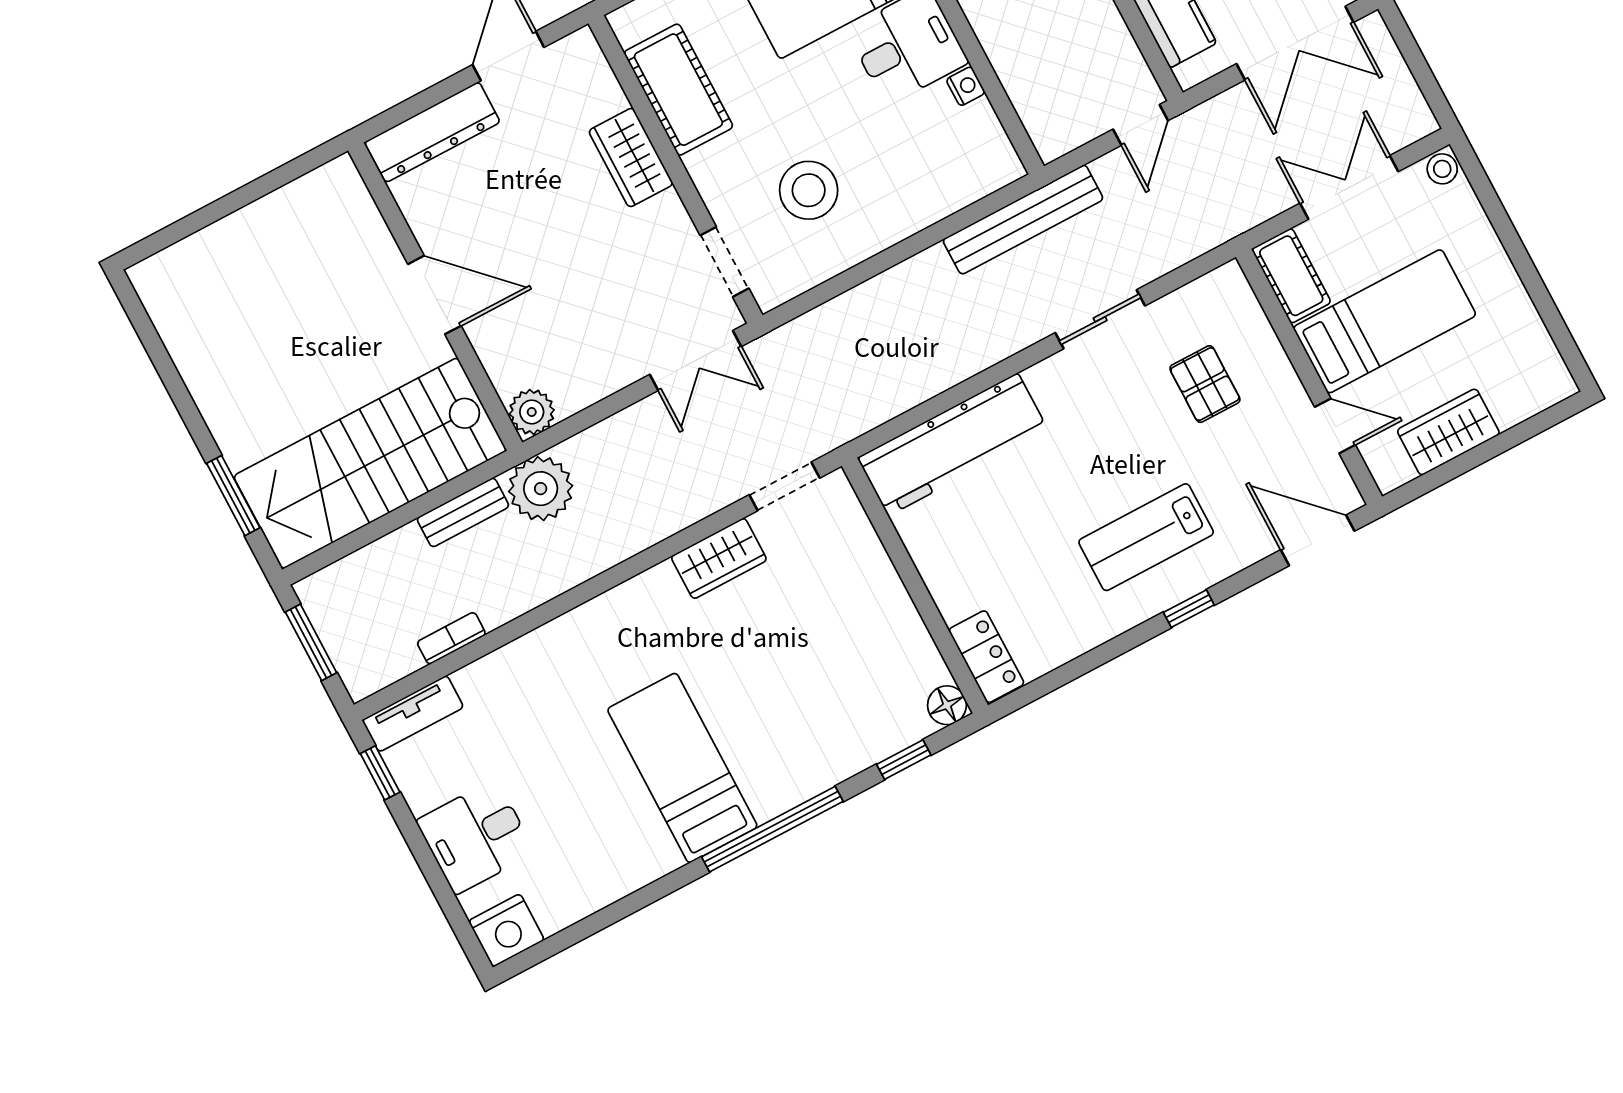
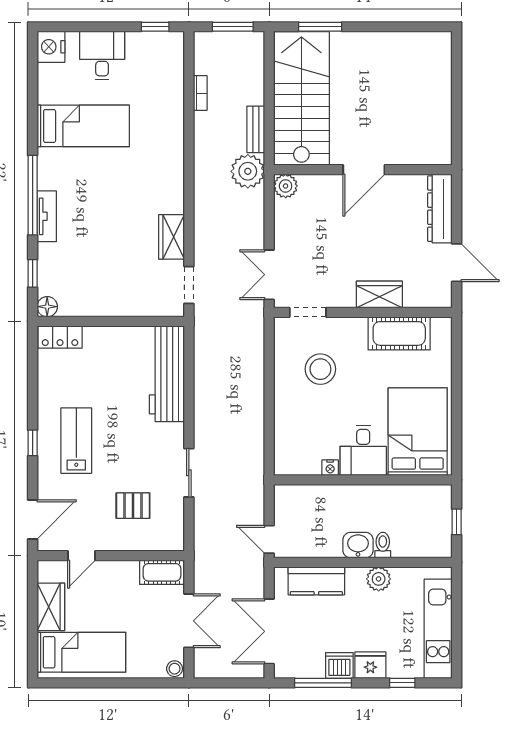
bench: (1023, 220) -> (254, 462), removed
bed: (1385, 321) -> (81, 652), moved, turned -90
tv unit: (413, 714) -> (47, 216), moved, turned 180
bed: (682, 768) -> (83, 126), moved

